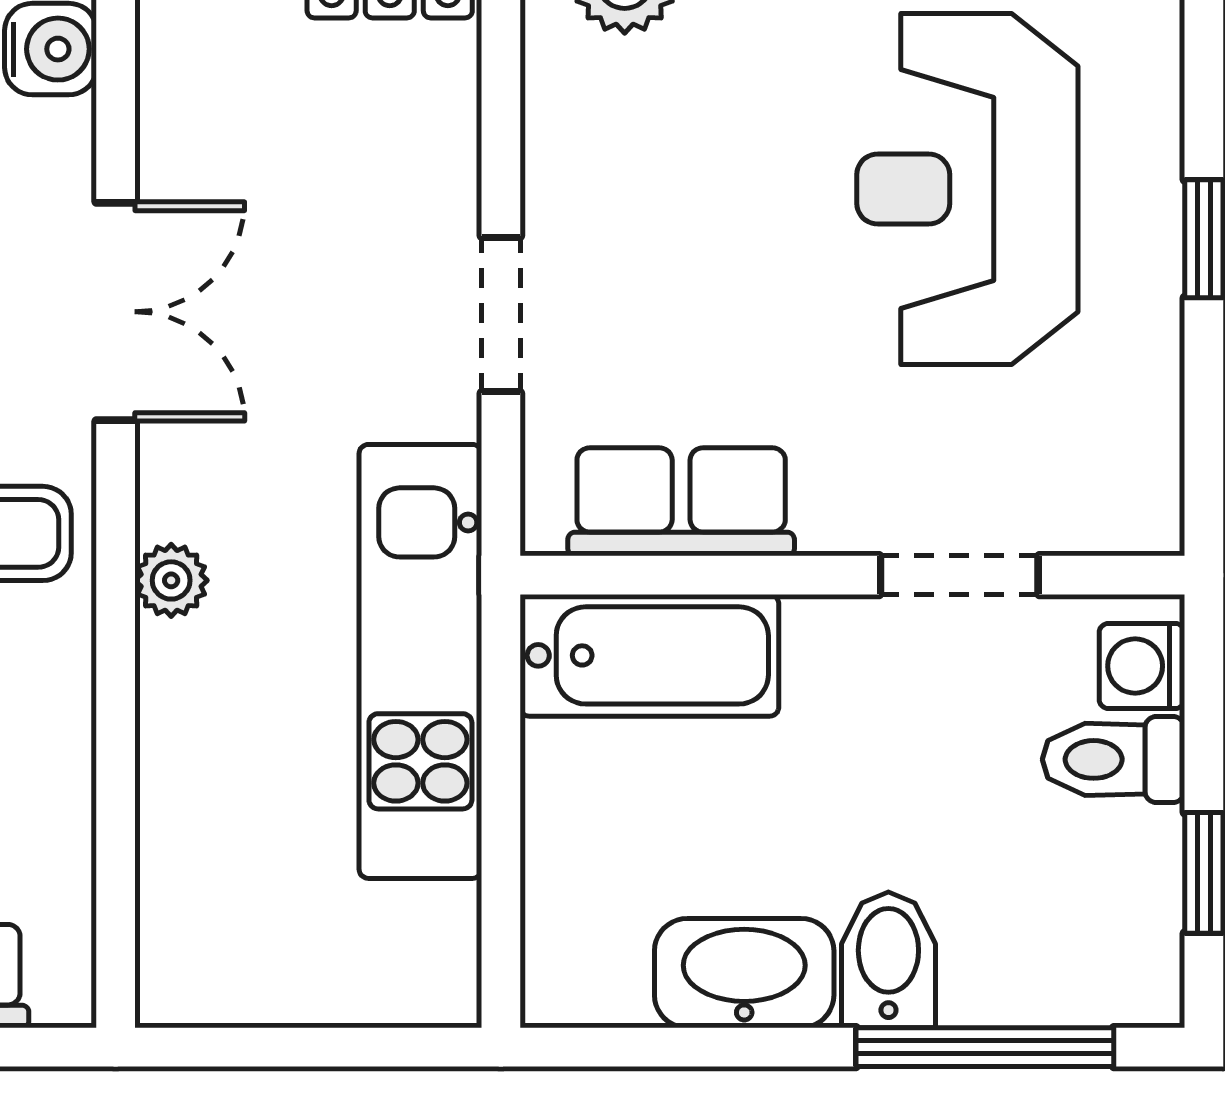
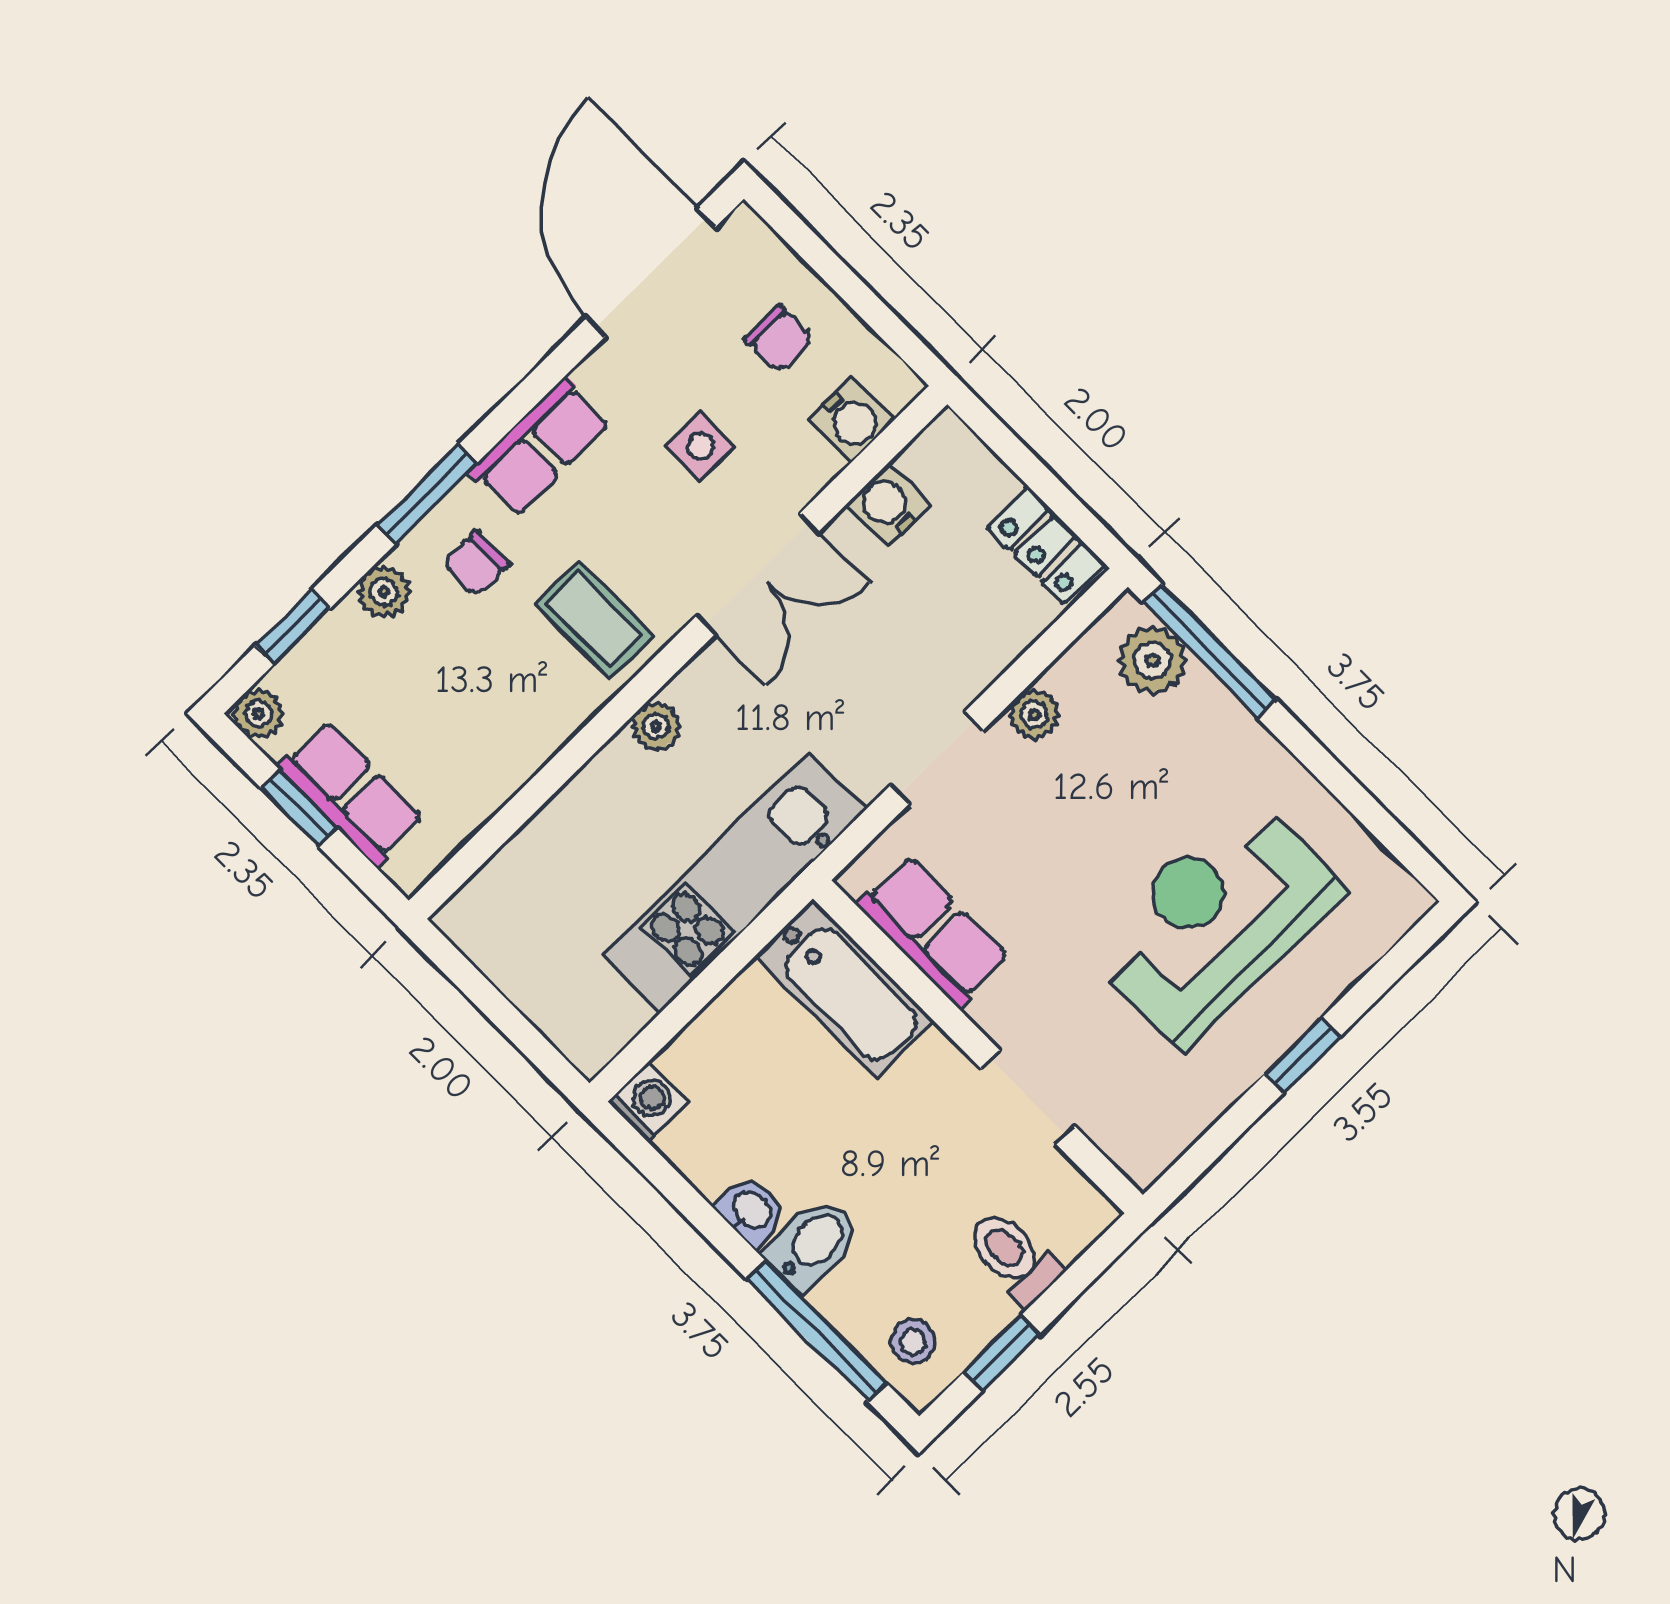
water cooler: (180, 100) -> (888, 505), added
plant: (558, 165) -> (1034, 715), added
washing machine: (1142, 666) -> (648, 1102), moved, turned 90
stool: (1098, 956) -> (913, 1342), added
washbasin: (744, 973) -> (751, 1210), width x0.52, depth x0.69

